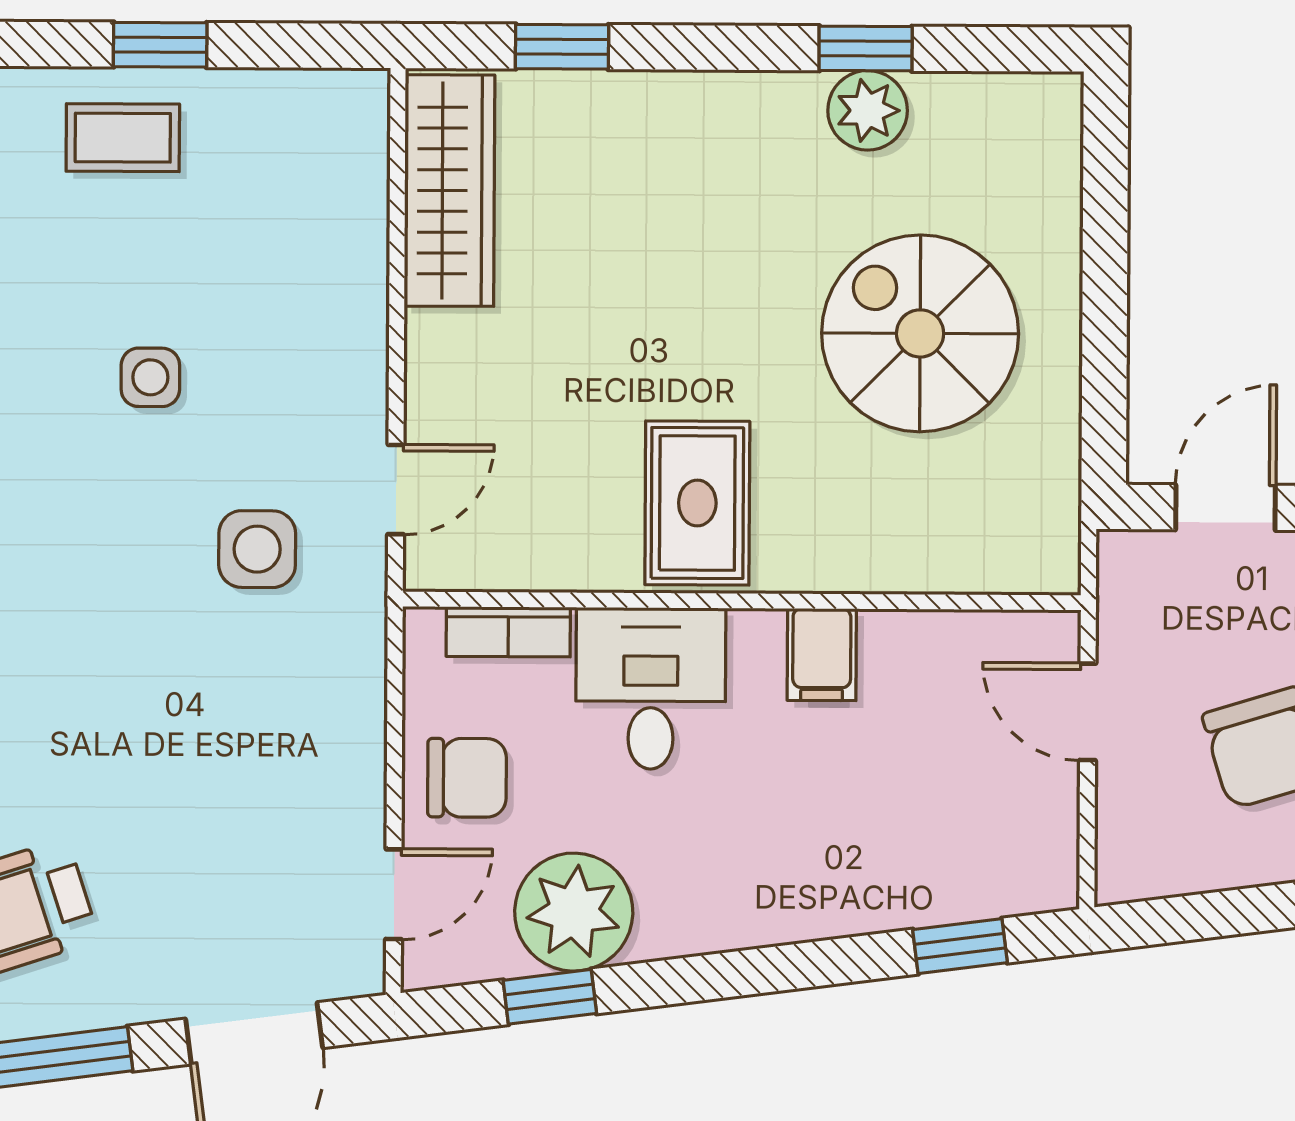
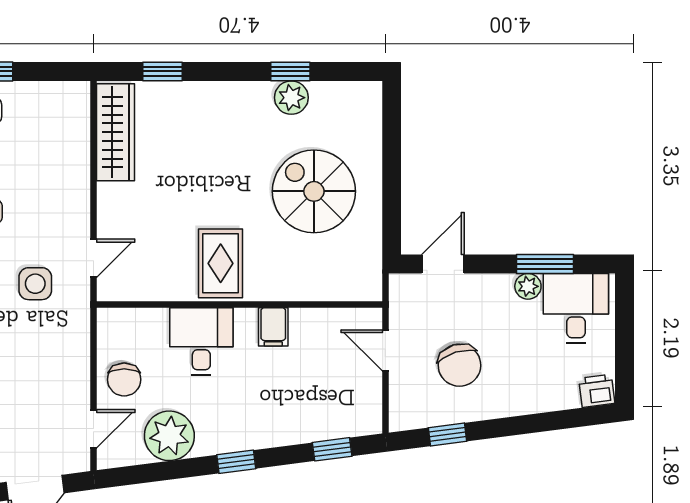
bookcase: (508, 632) -> (141, 318), removed
chair: (467, 778) -> (124, 380), turned 90
window: (1234, 912) -> (448, 434), added
window: (550, 997) -> (236, 462), moved

